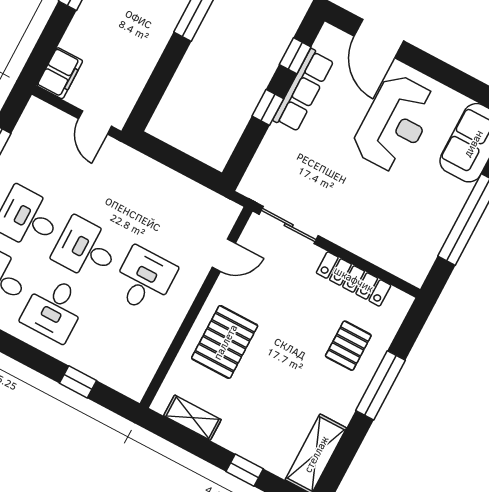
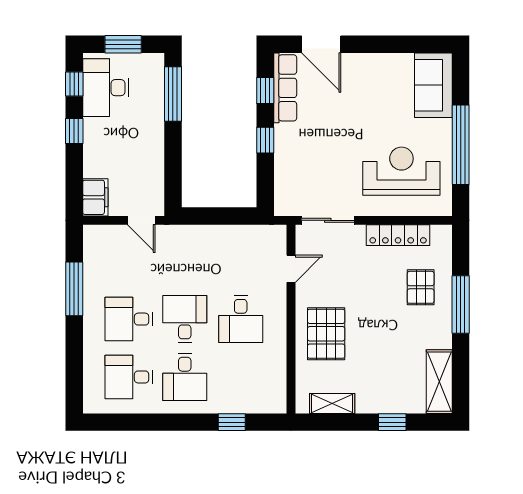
row of seats: (303, 90) -> (285, 88), moved
reception desk: (394, 123) -> (401, 171), moved, turned -90
desk: (86, 249) -> (185, 319), turned 90
desk: (144, 280) -> (241, 319), turned 180

